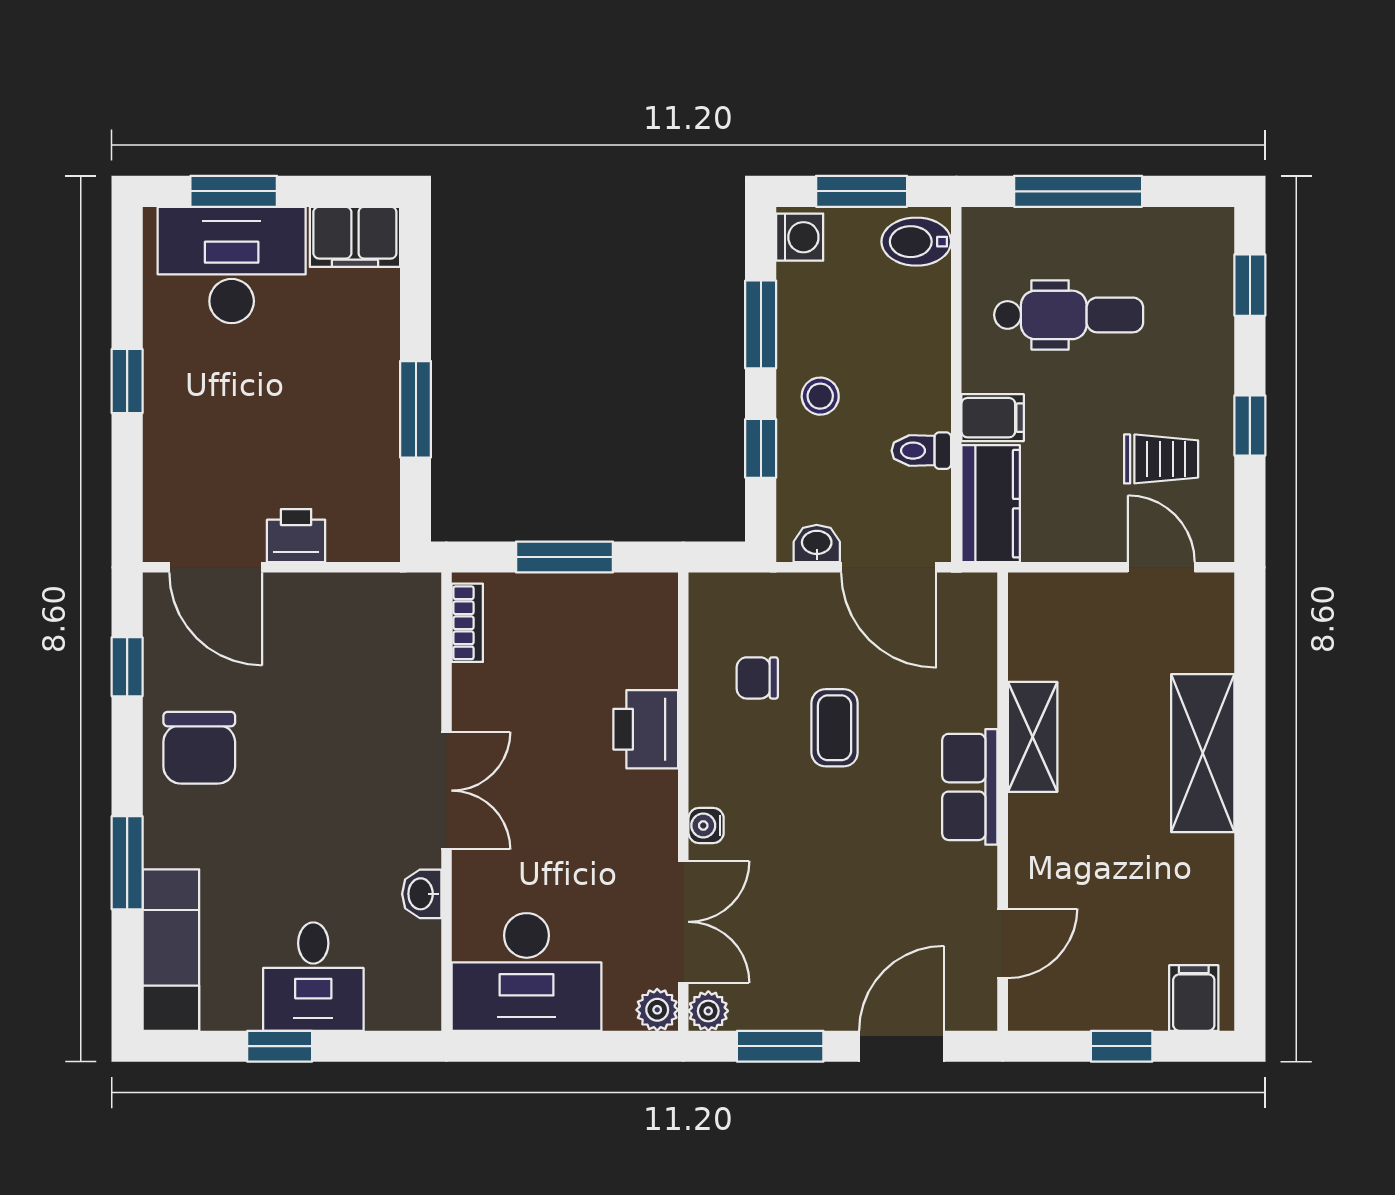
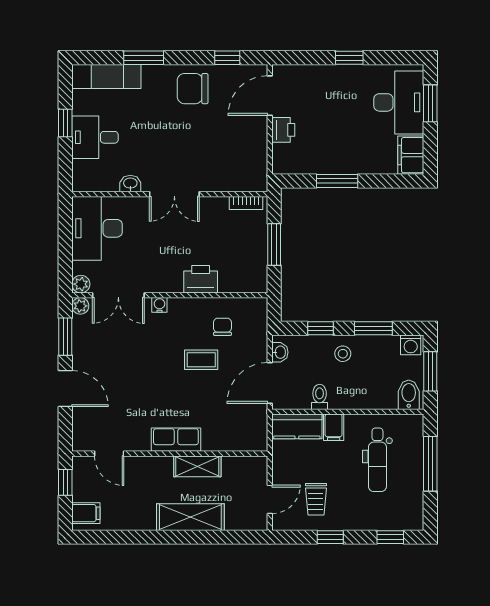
shelving: (1033, 737) -> (197, 466), moved
row of seats: (970, 787) -> (176, 440), moved
wall: (1003, 802) -> (170, 454), moved
door: (1003, 943) -> (109, 454), moved

